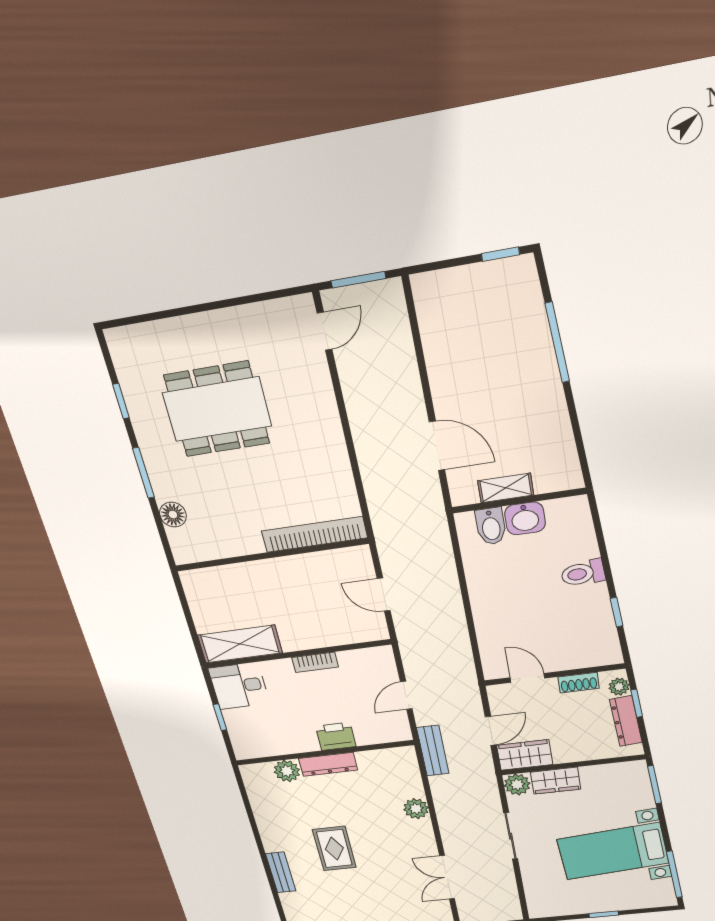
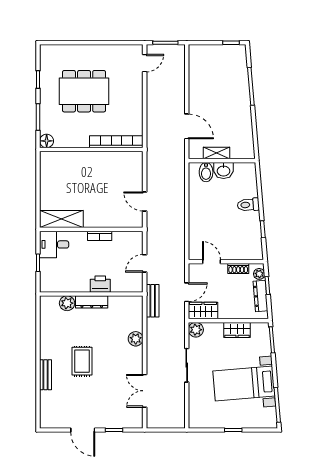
bookcase: (314, 534) -> (116, 142), moved
wall: (271, 555) -> (91, 149), moved
wardrobe: (556, 781) -> (237, 330), moved

